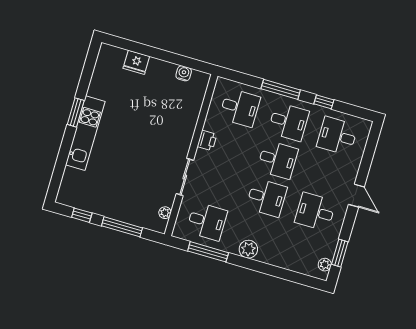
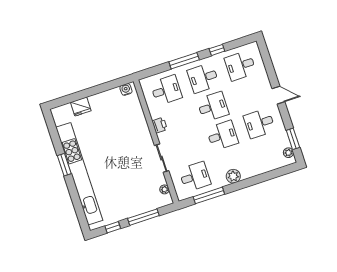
water cooler: (184, 73) -> (126, 89), moved
desk: (289, 122) -> (203, 78), turned 180
kitchen unit: (85, 133) -> (79, 174), width x1.86

